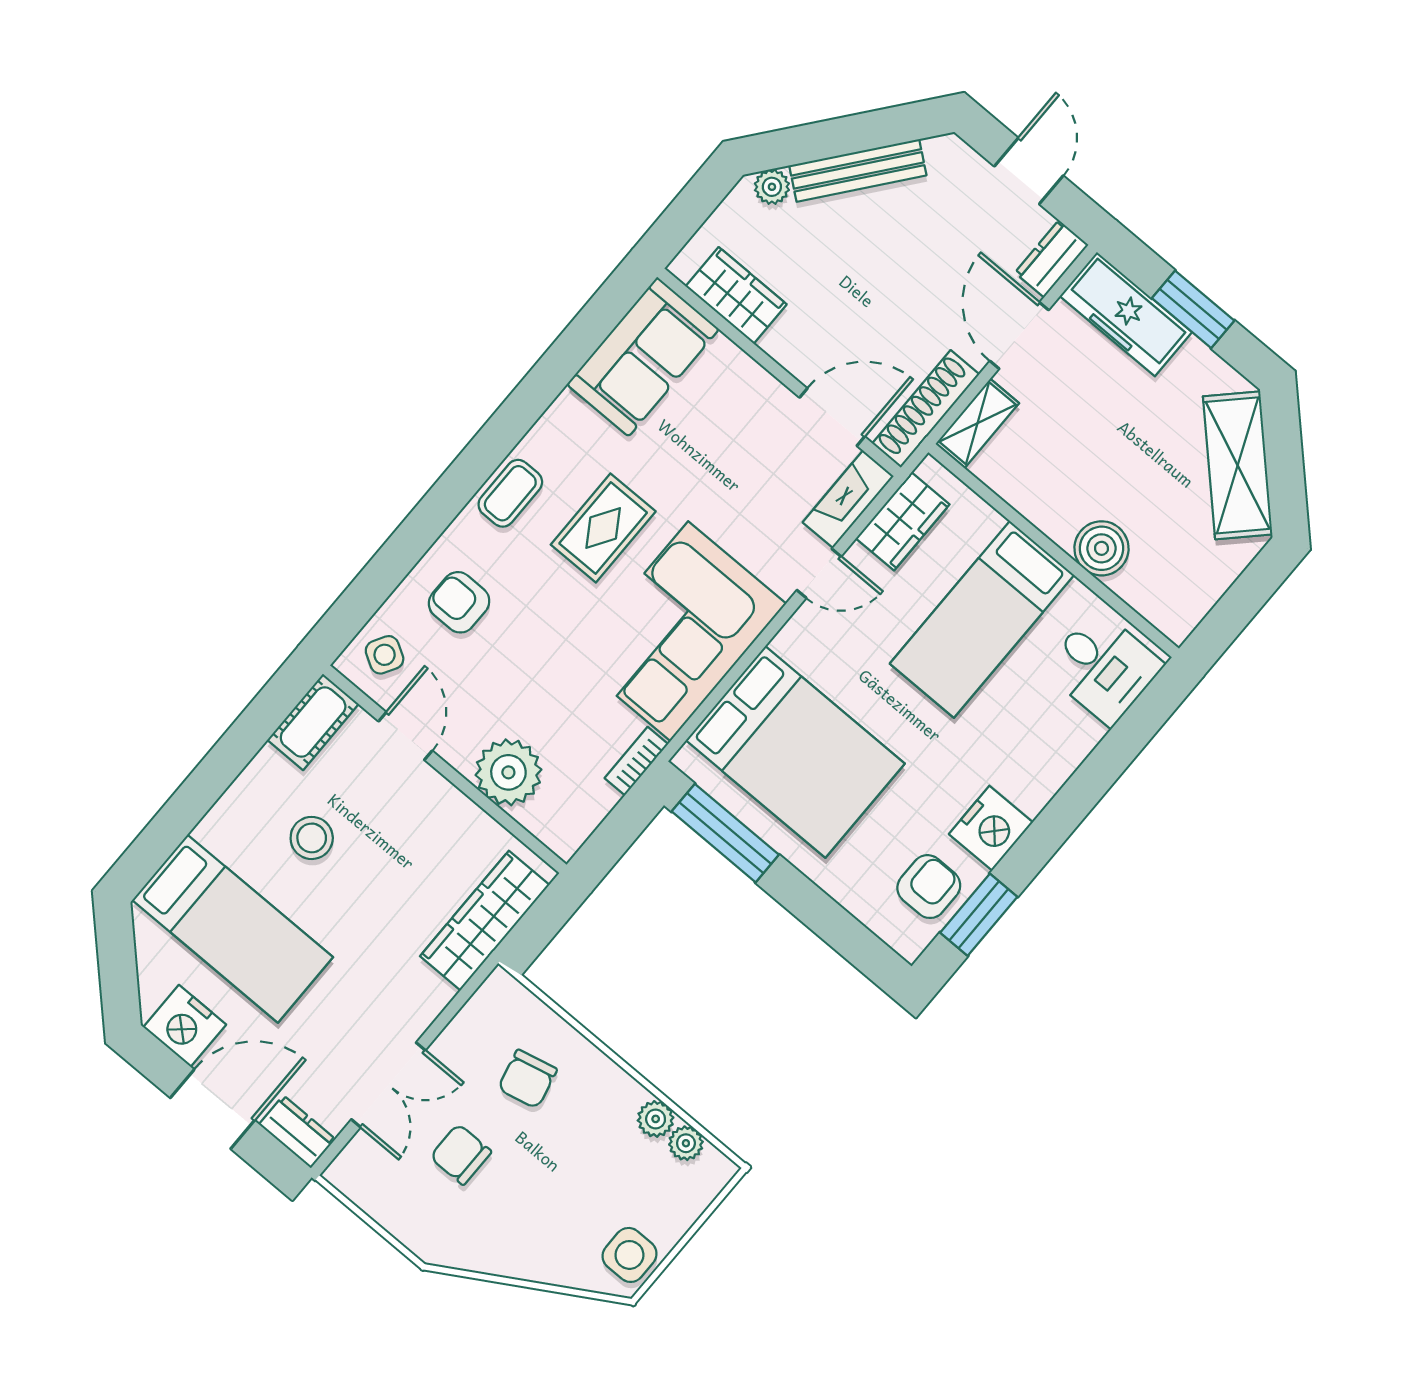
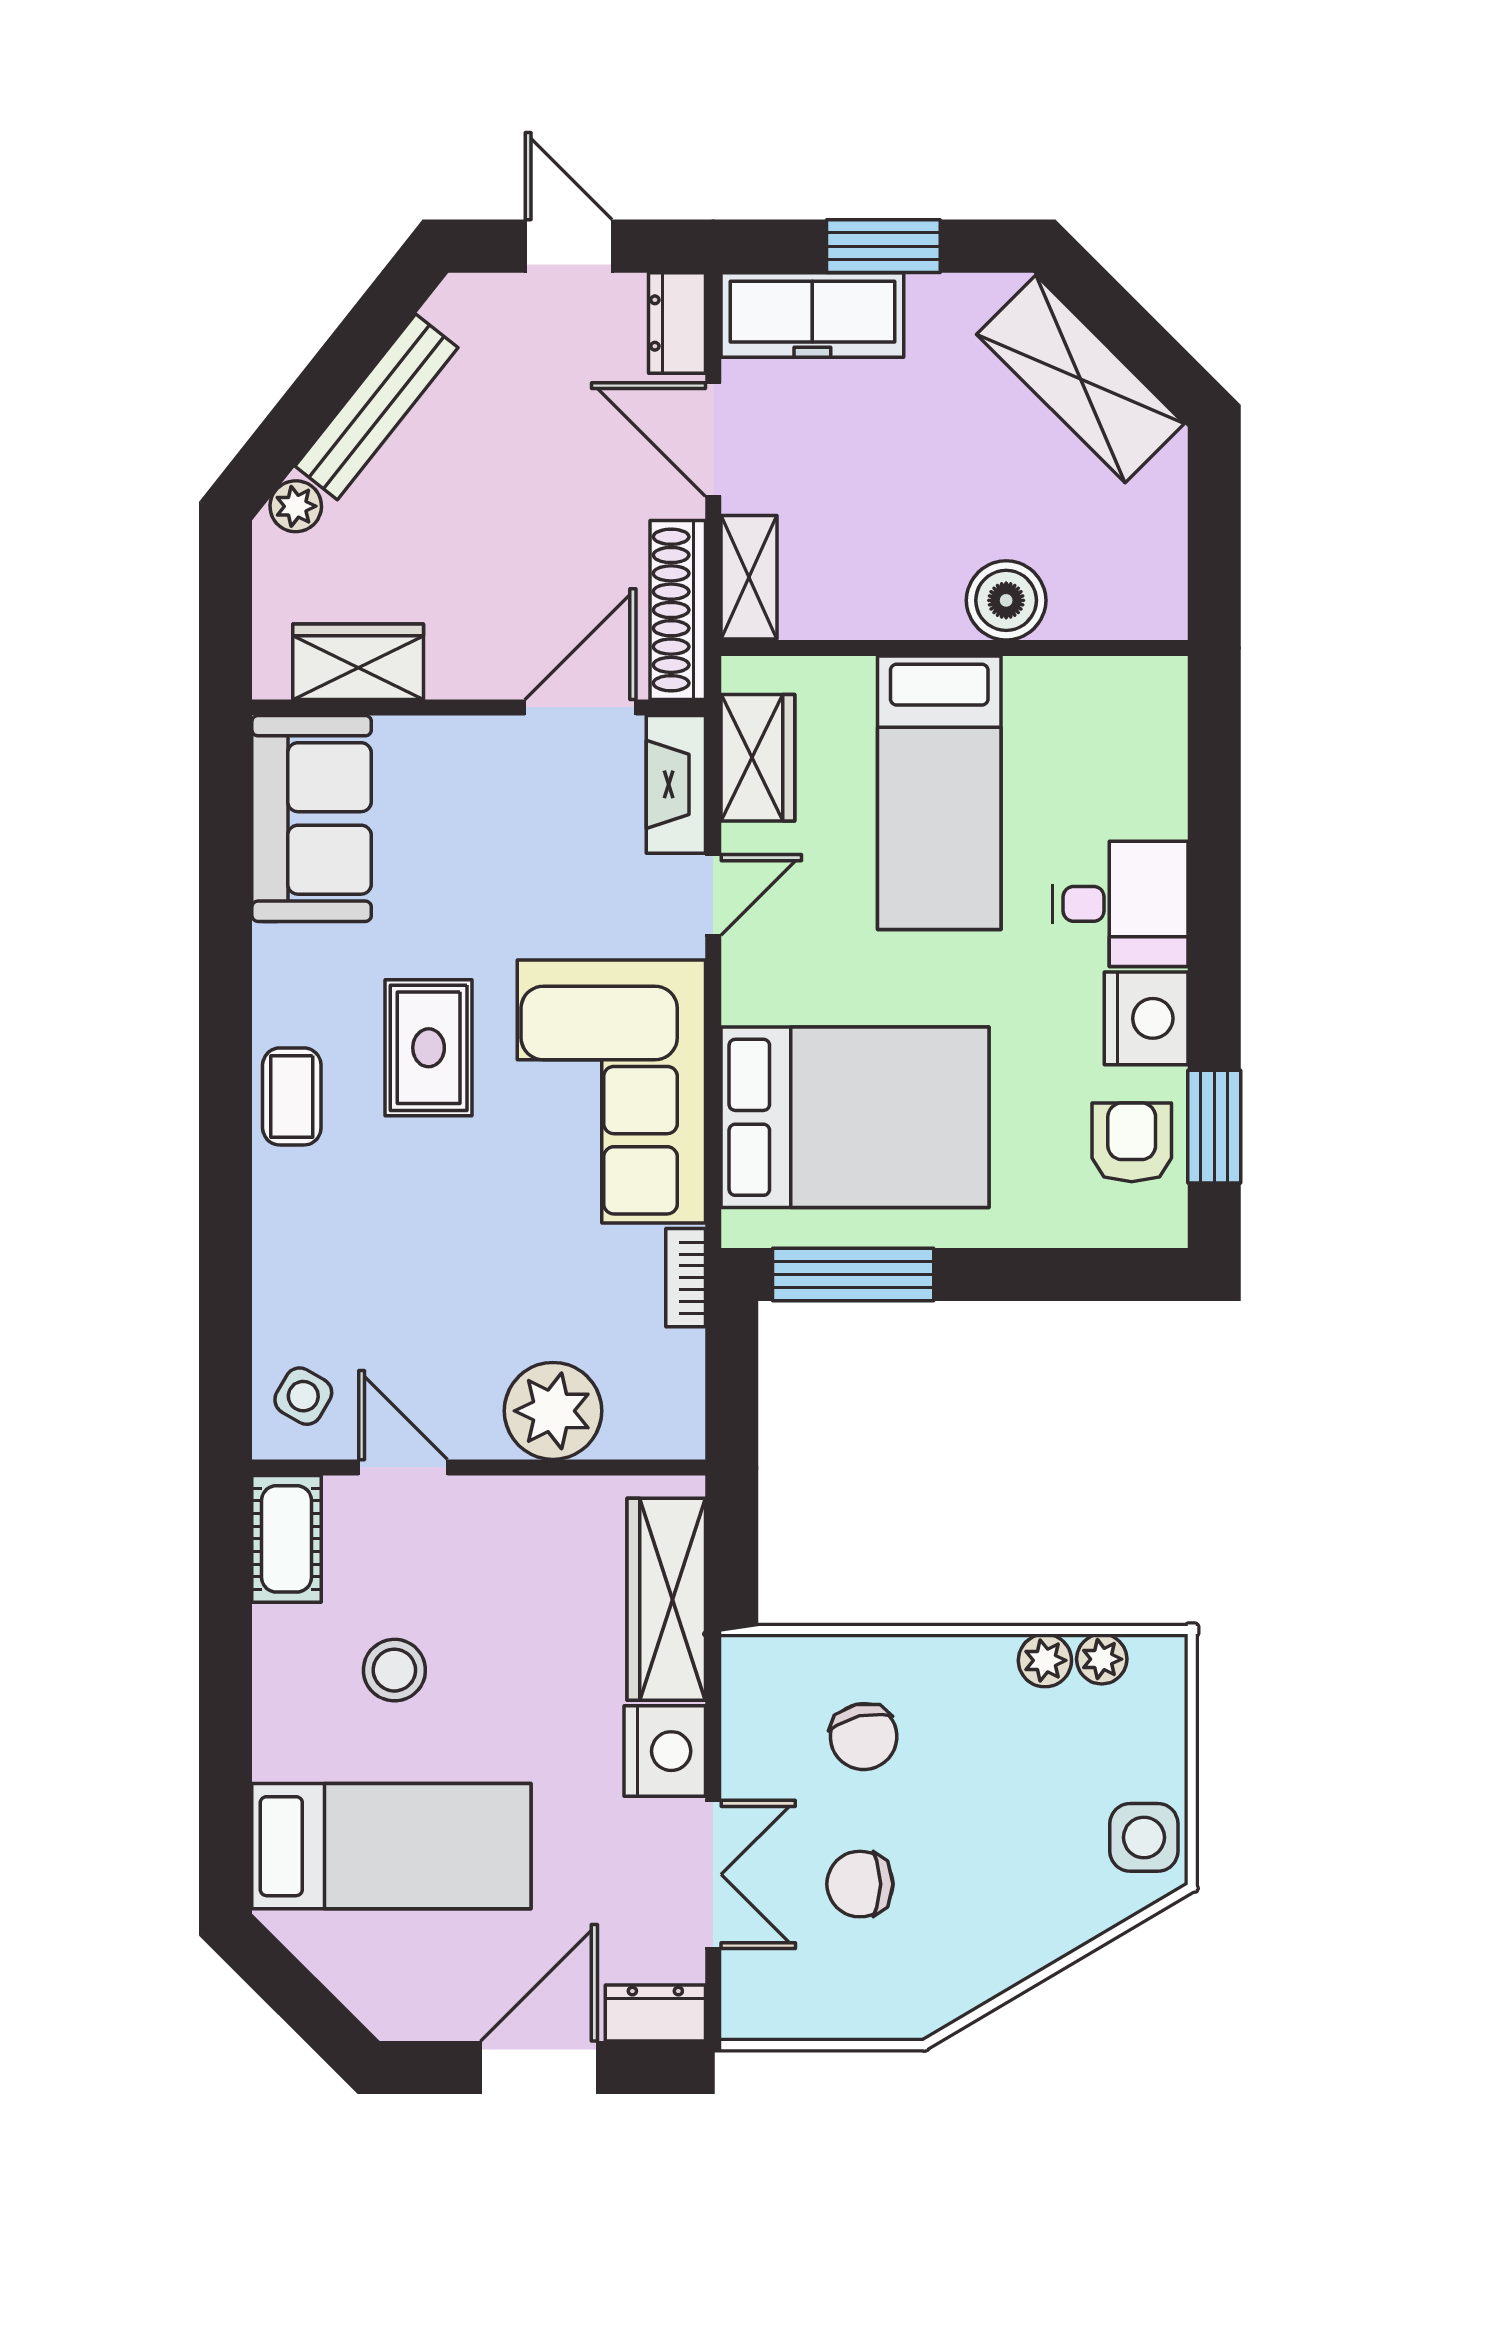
armchair: (459, 602) -> (337, 1267), removed
desk: (1103, 667) -> (1120, 904), moved
nightstand: (185, 1026) -> (665, 1751), moved, turned -90

